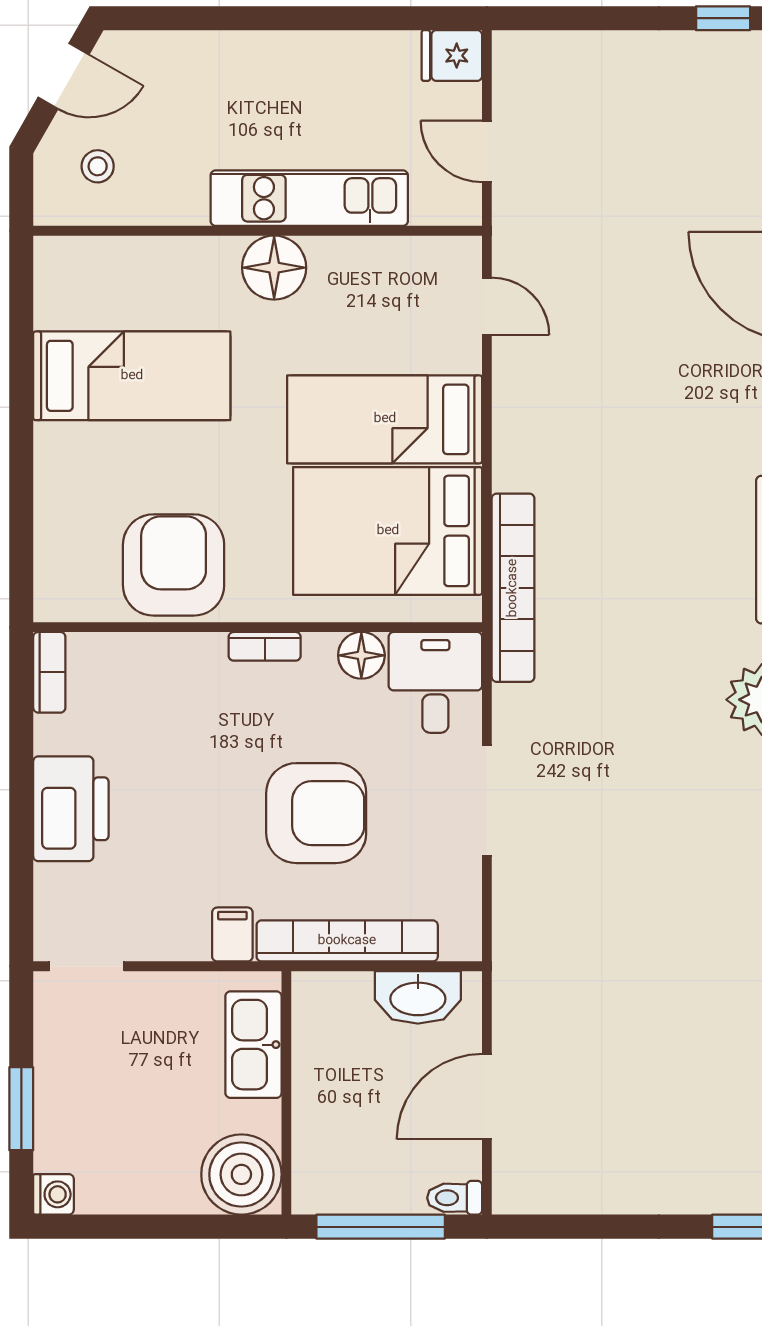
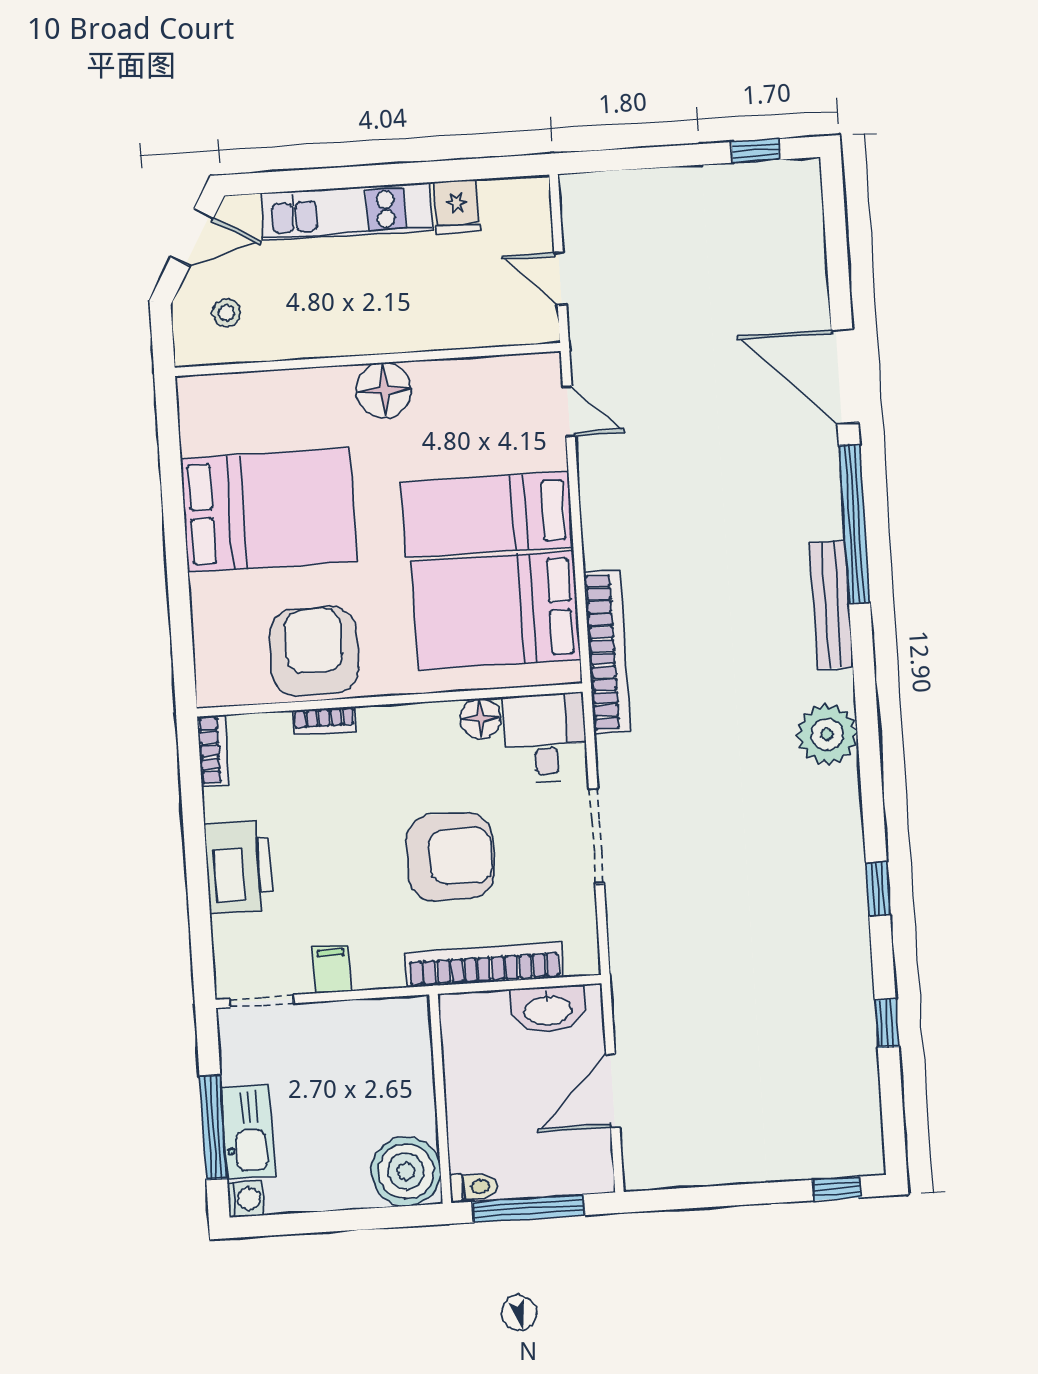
fridge: (452, 56) -> (457, 207), moved, turned -90
kitchen unit: (309, 198) -> (347, 212), moved, turned 180
bed: (132, 376) -> (269, 510), width x1.50
bookcase: (265, 646) -> (324, 721), moved
filing cabinet: (232, 934) -> (332, 969), moved
kitchen sink: (253, 1045) -> (248, 1132), moved, turned 180
window: (21, 1109) -> (213, 1127), width x1.44
toilet: (455, 1198) -> (474, 1187), moved, turned 180

